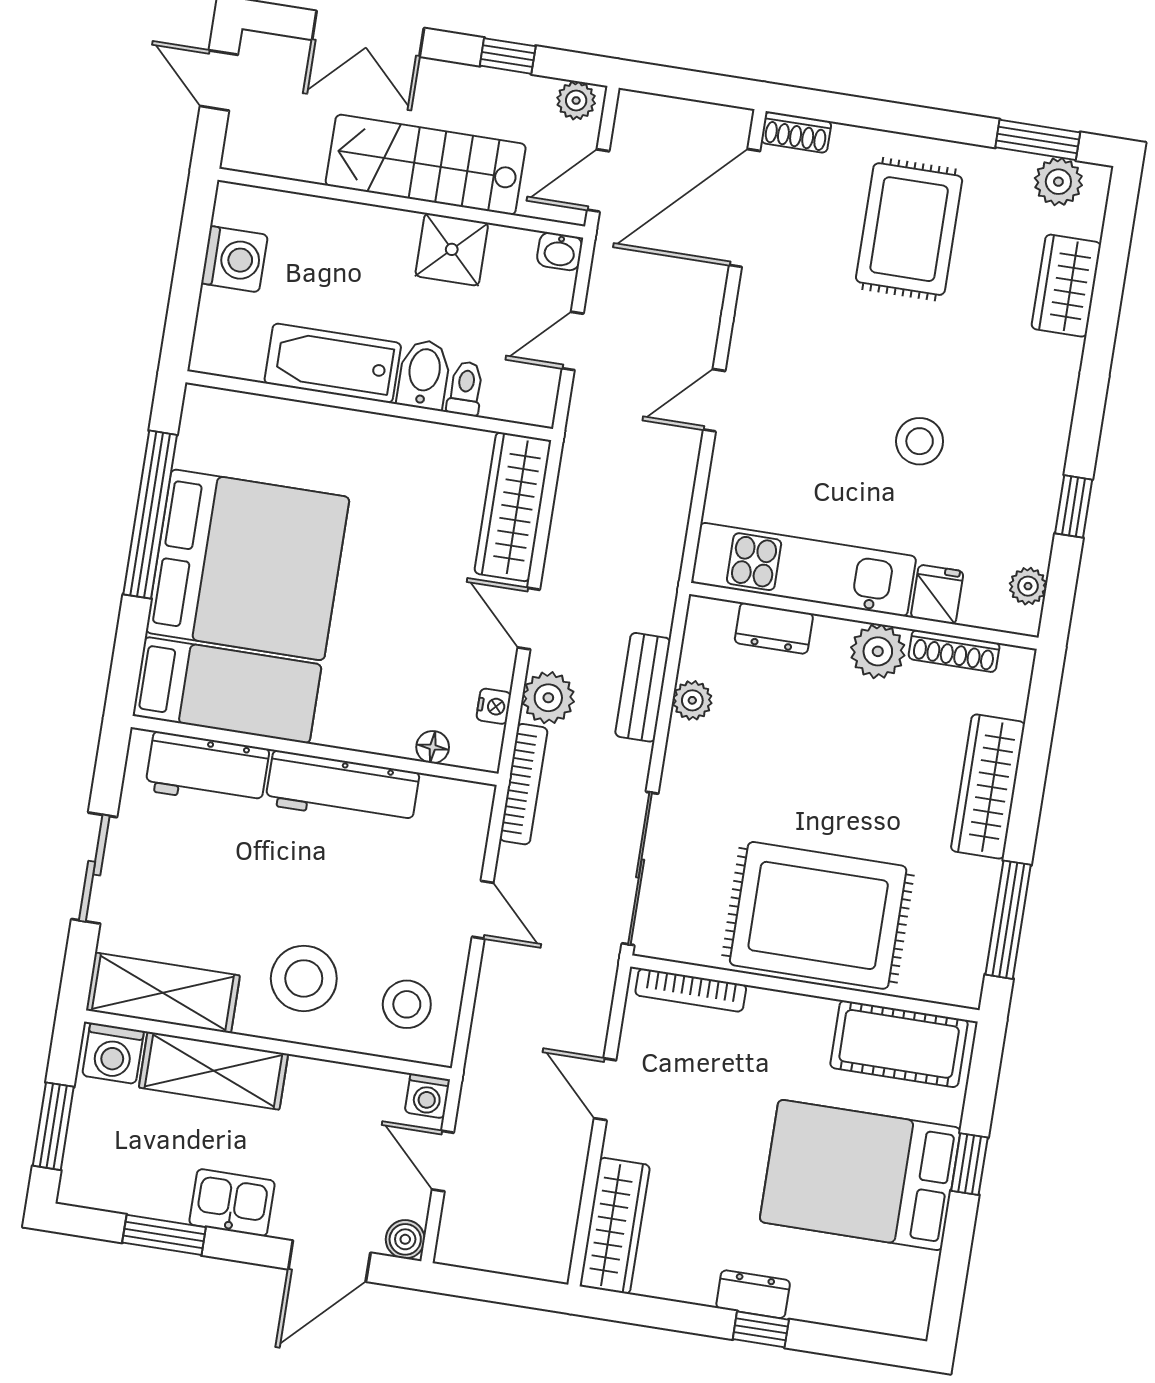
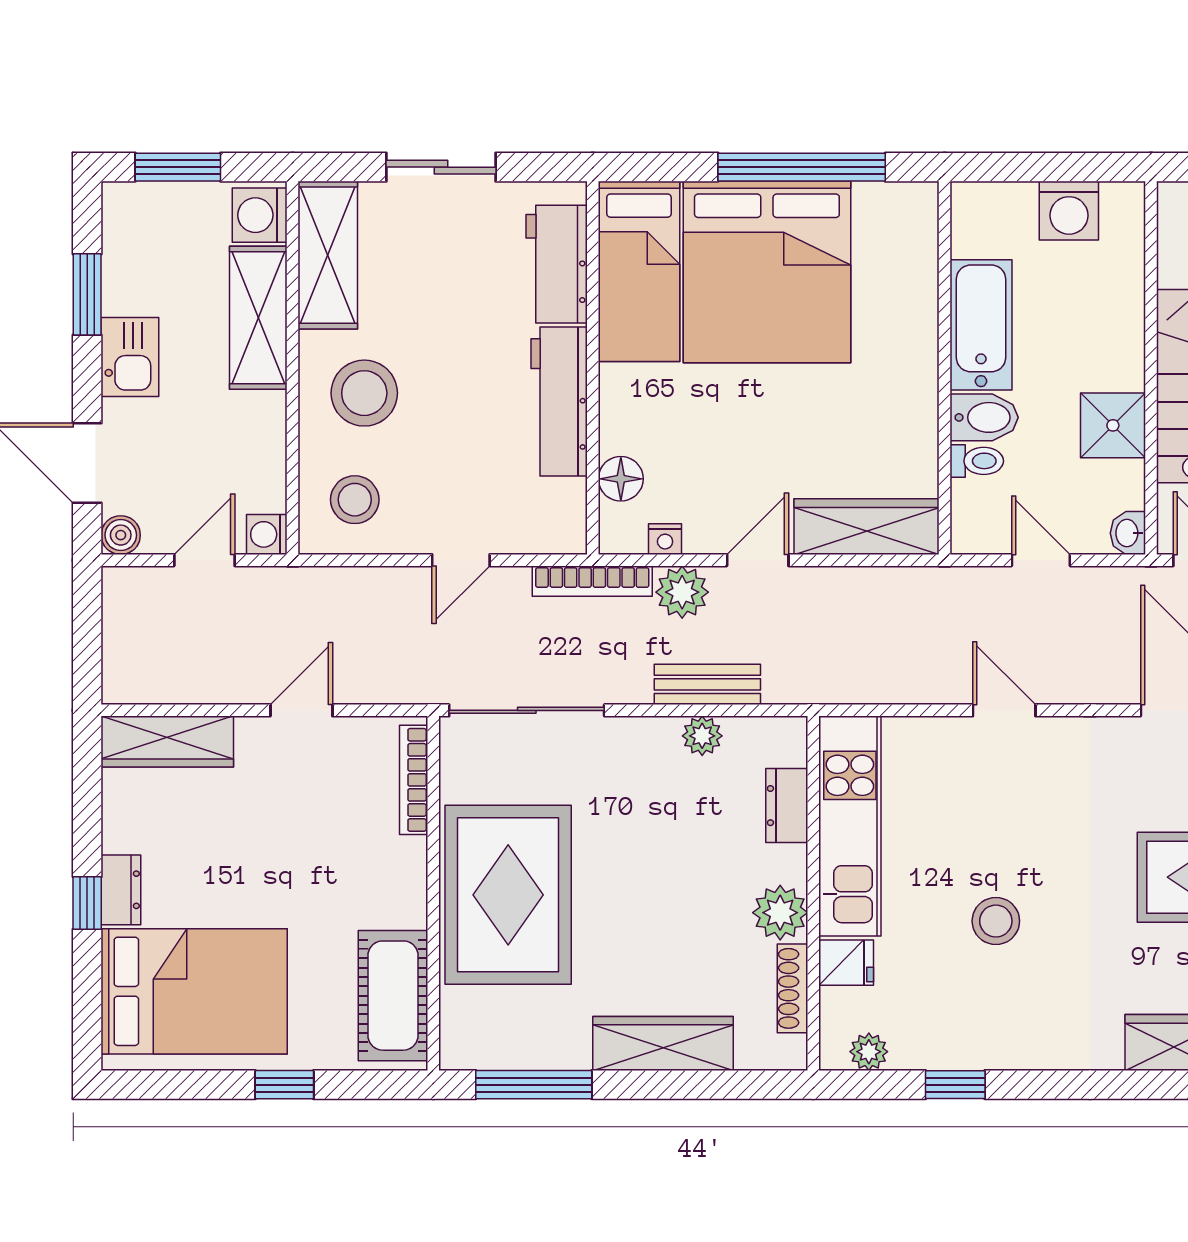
floor lamp: (433, 747) -> (621, 479), width x1.37, depth x1.37
bed: (860, 1175) -> (194, 991), moved, turned 90

